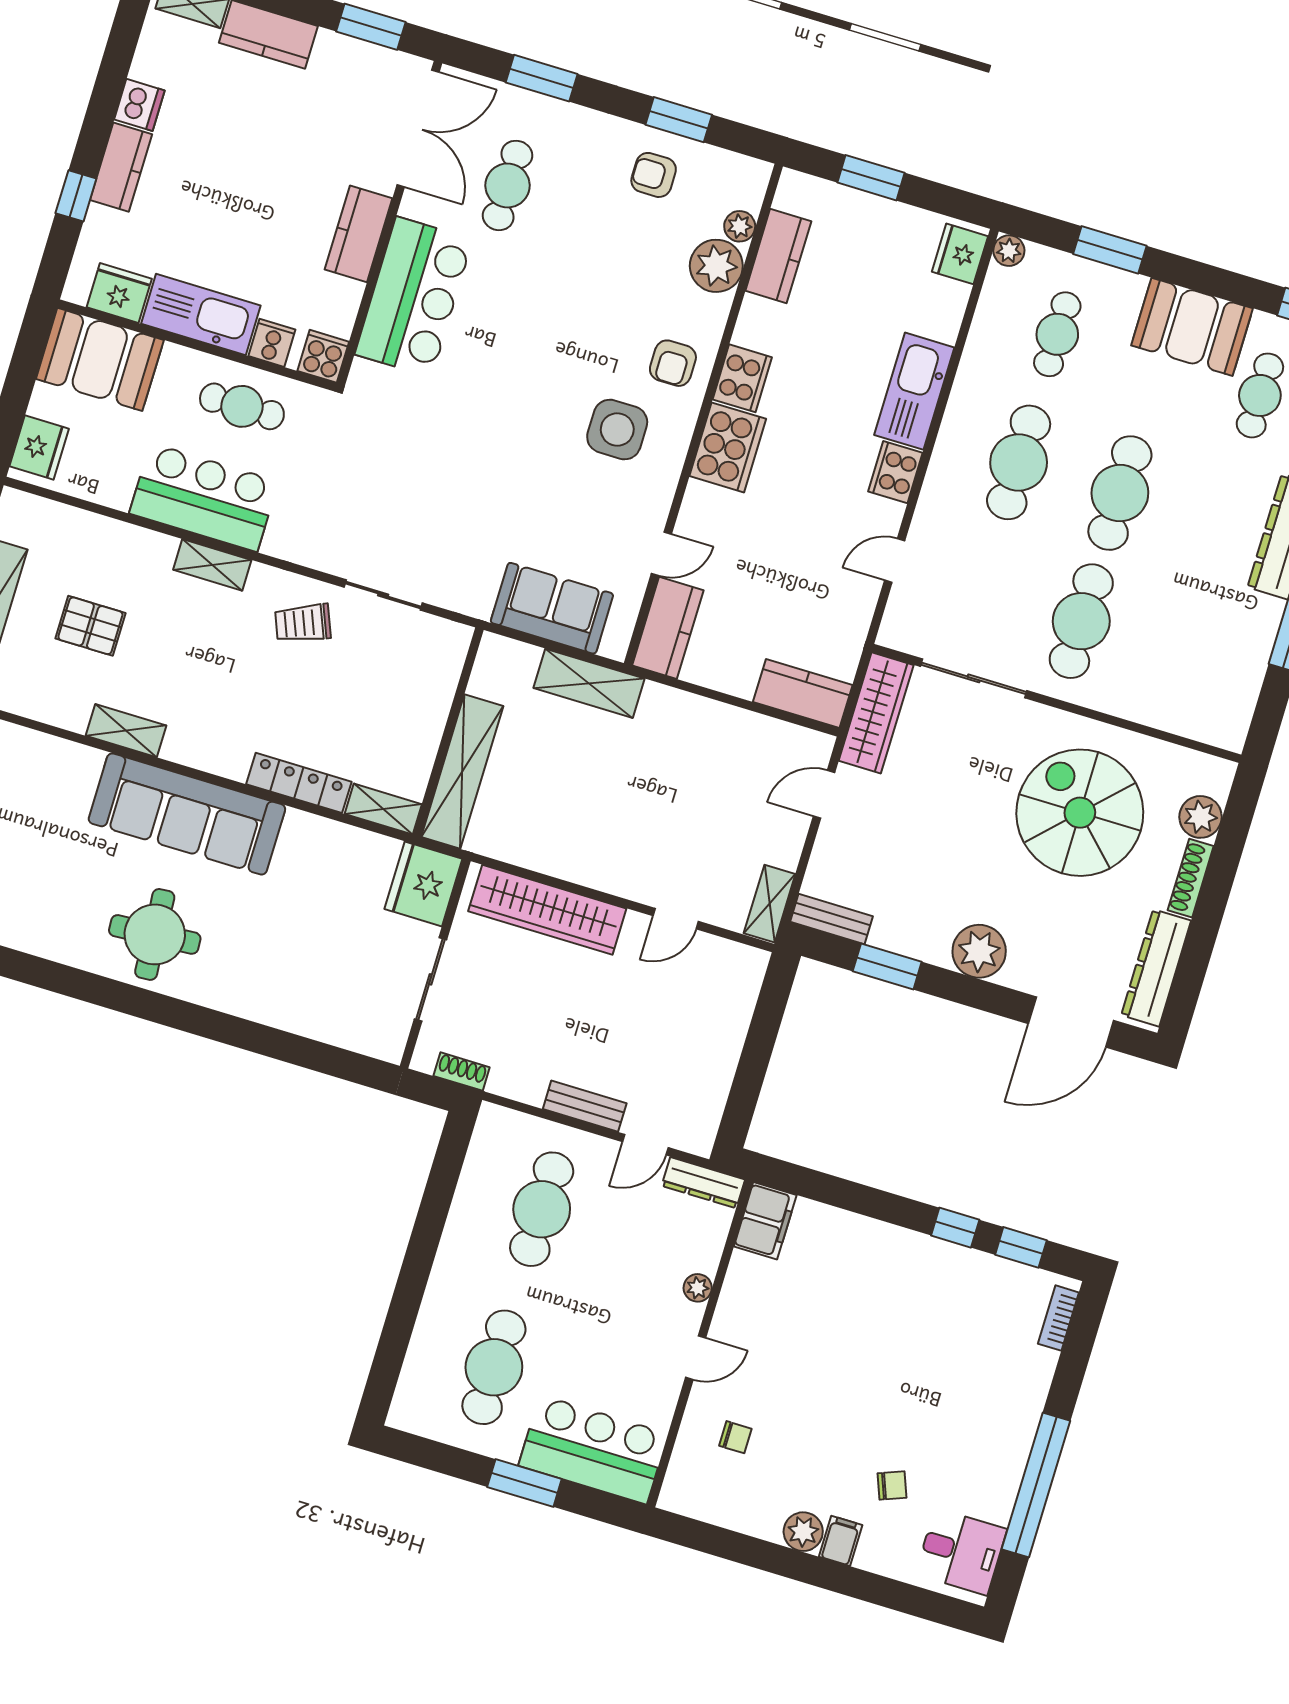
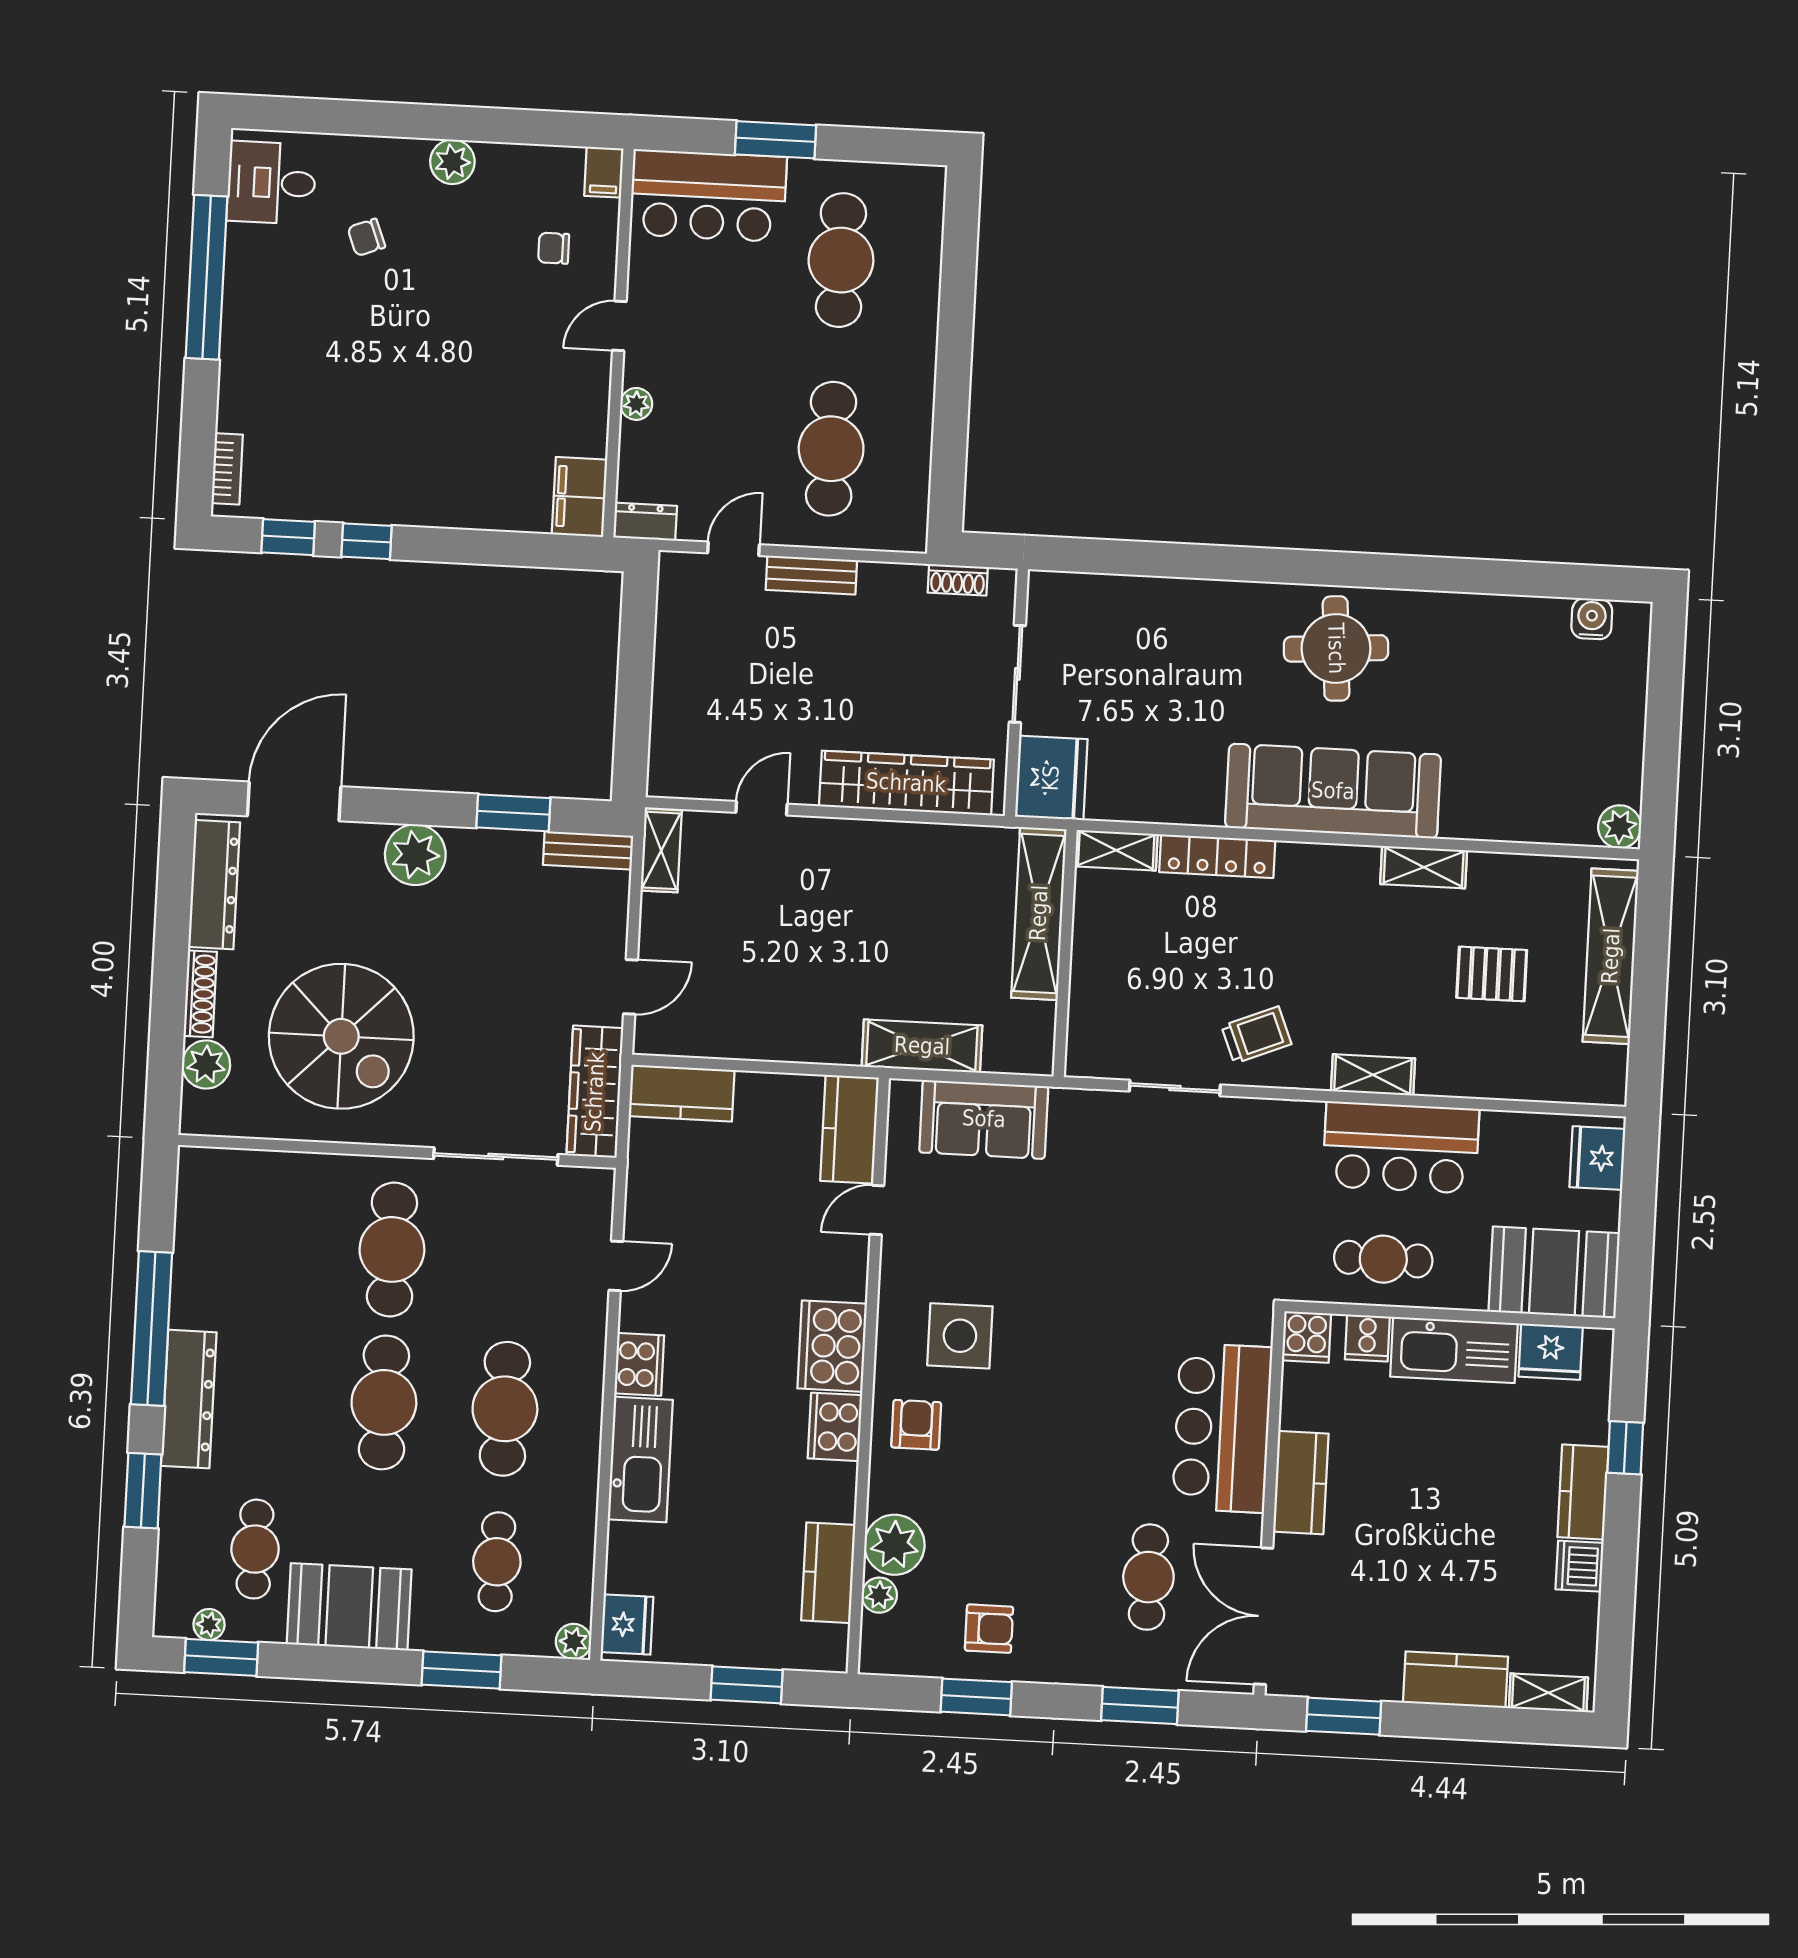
dresser: (703, 1183) -> (645, 522), width x0.70
filing cabinet: (841, 1541) -> (604, 172), moved

